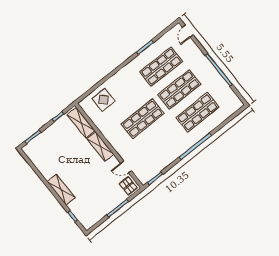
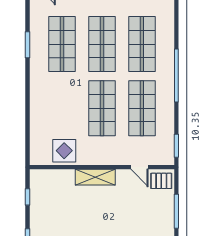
display table: (104, 100) -> (64, 151), moved
shelving: (81, 123) -> (54, 177), removed
shop shelf: (161, 142) -> (142, 108), added
door: (126, 167) -> (139, 167), hinge flipped

